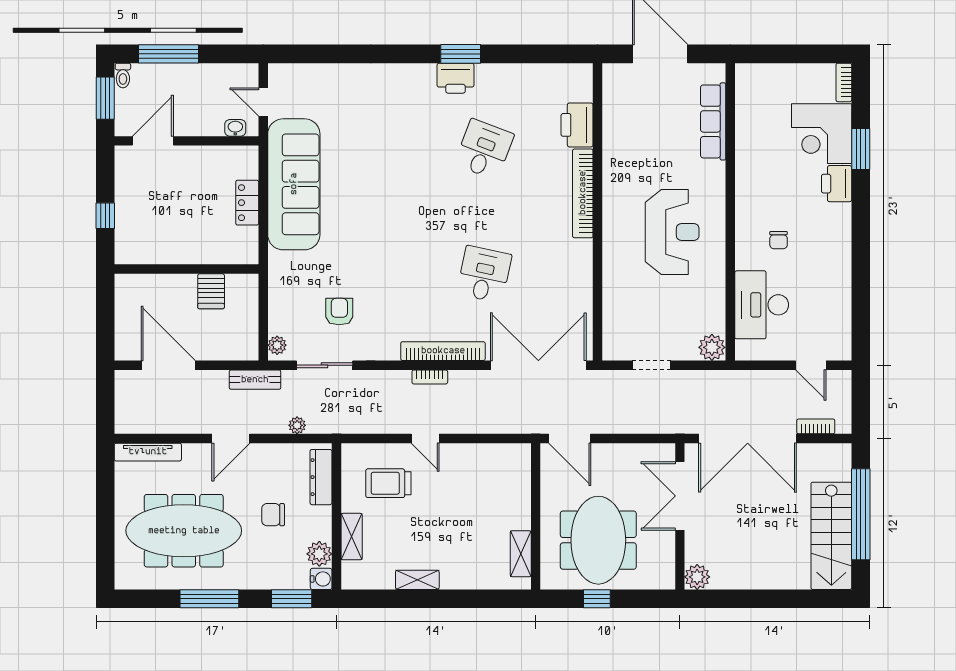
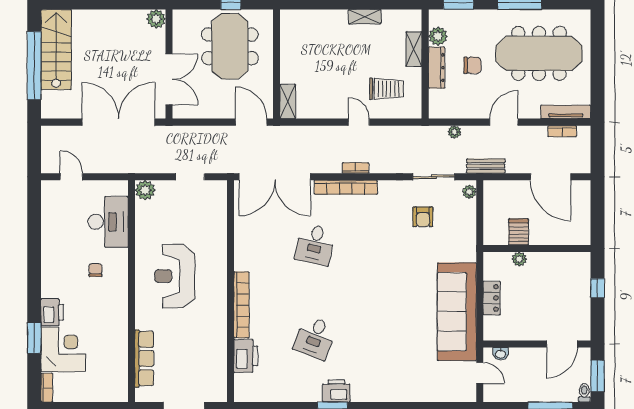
plant: (210, 255) -> (519, 259), added
bookcase: (816, 426) -> (562, 131), moved
dresser: (321, 477) -> (437, 68), moved
shelving: (521, 554) -> (288, 101), moved
water cooler: (321, 579) -> (436, 17), removed

